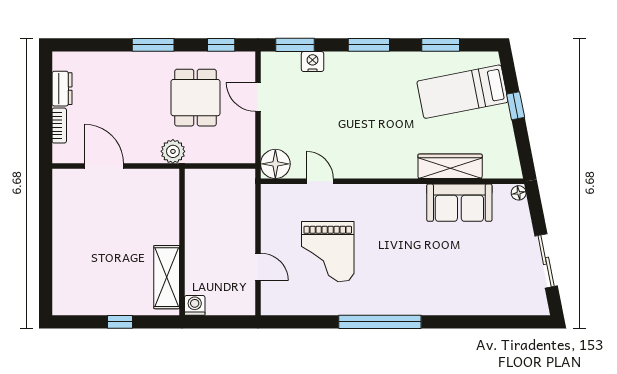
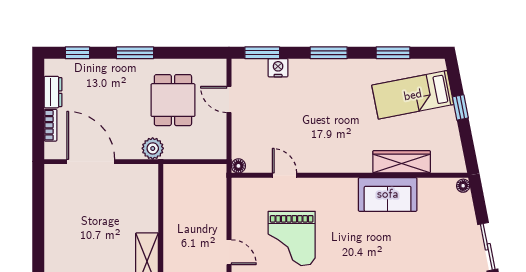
window: (221, 45) -> (77, 53), moved
floor lamp: (275, 164) -> (238, 166), width x0.53, depth x0.53
door: (104, 166) -> (91, 162), width x1.36
sofa: (459, 203) -> (388, 194), moved

